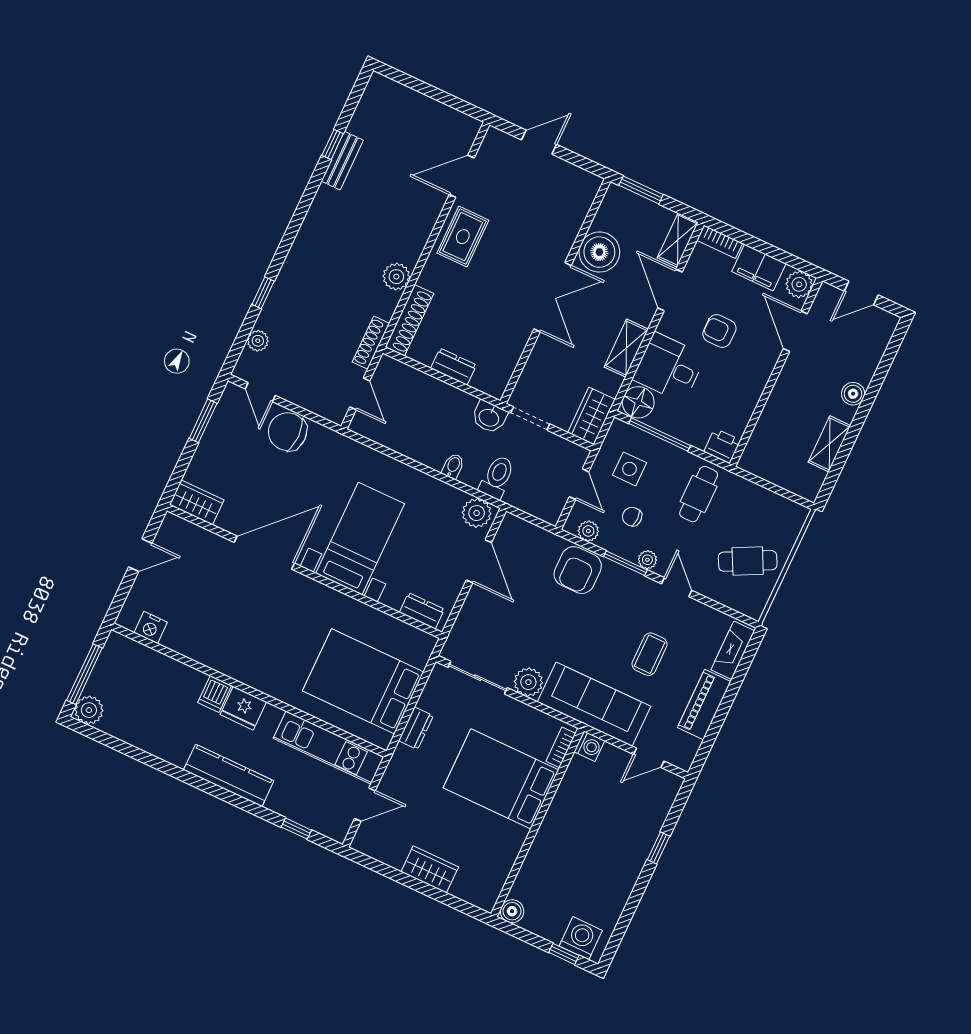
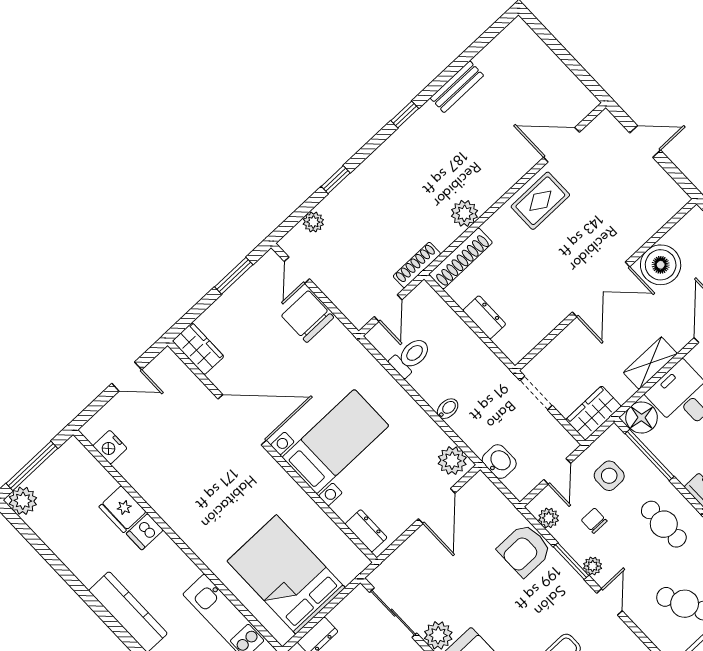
window: (333, 144) -> (405, 115), moved
washbasin: (489, 417) -> (499, 462), moved, turned 180
toilet: (497, 477) -> (410, 357), moved
cafe table: (699, 494) -> (664, 524), turned 90
fridge: (243, 708) -> (122, 509), moved

